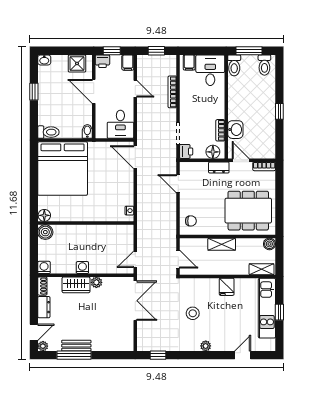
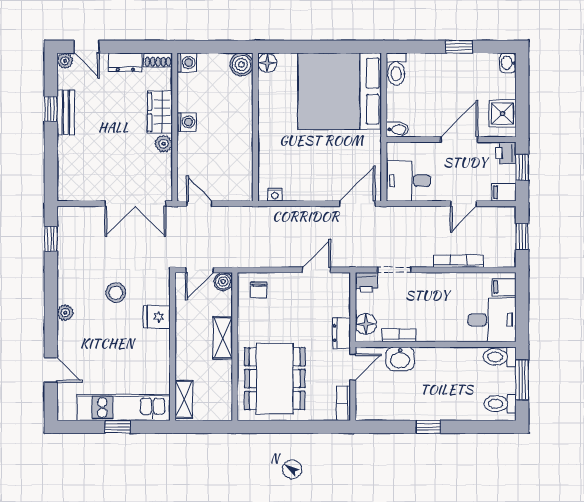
boiler: (269, 244) -> (223, 282), moved
fridge: (227, 287) -> (157, 317), moved
window: (74, 355) -> (51, 109), width x0.46

